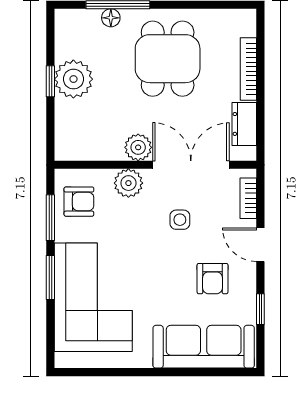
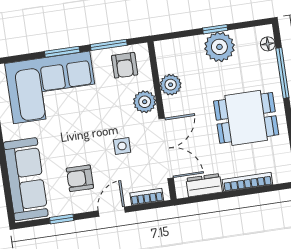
floor lamp: (111, 18) -> (268, 44), moved
plant: (138, 147) -> (171, 85), moved

